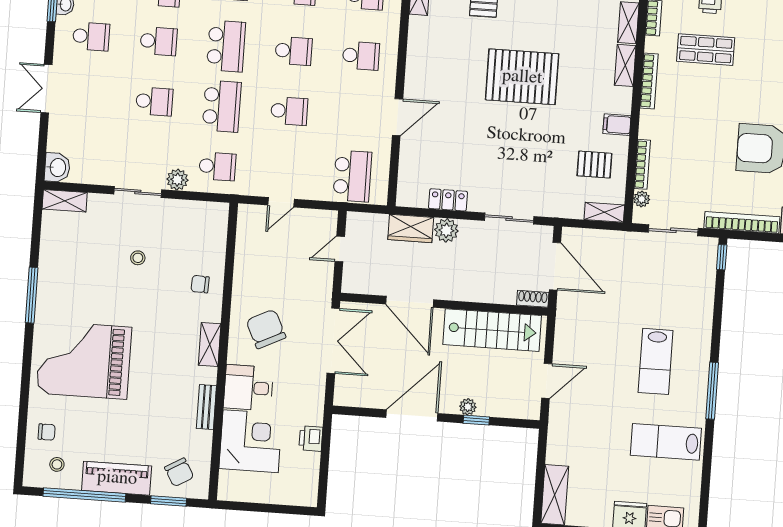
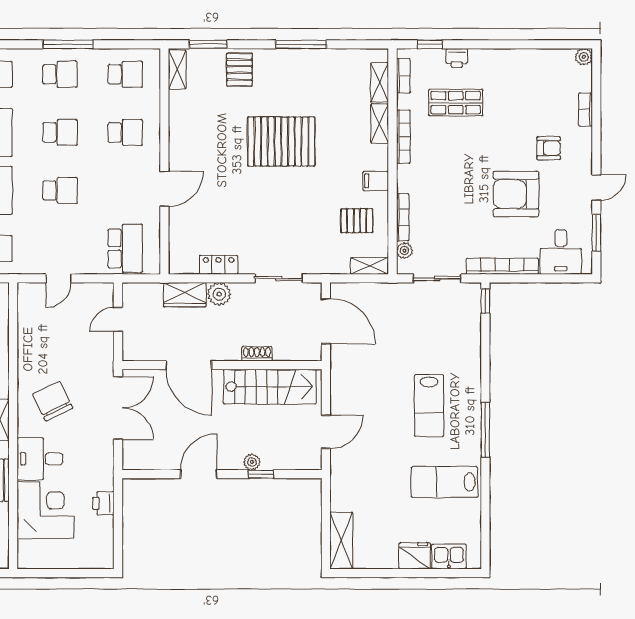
shoe rack: (533, 299) -> (257, 354), moved
door: (412, 415) -> (199, 474), width x0.73

